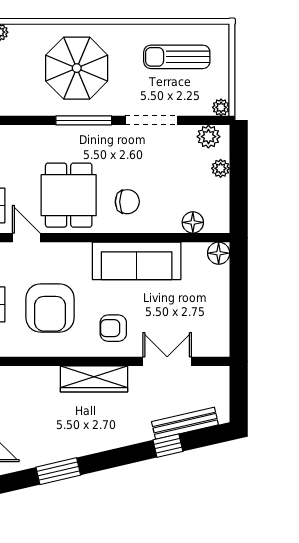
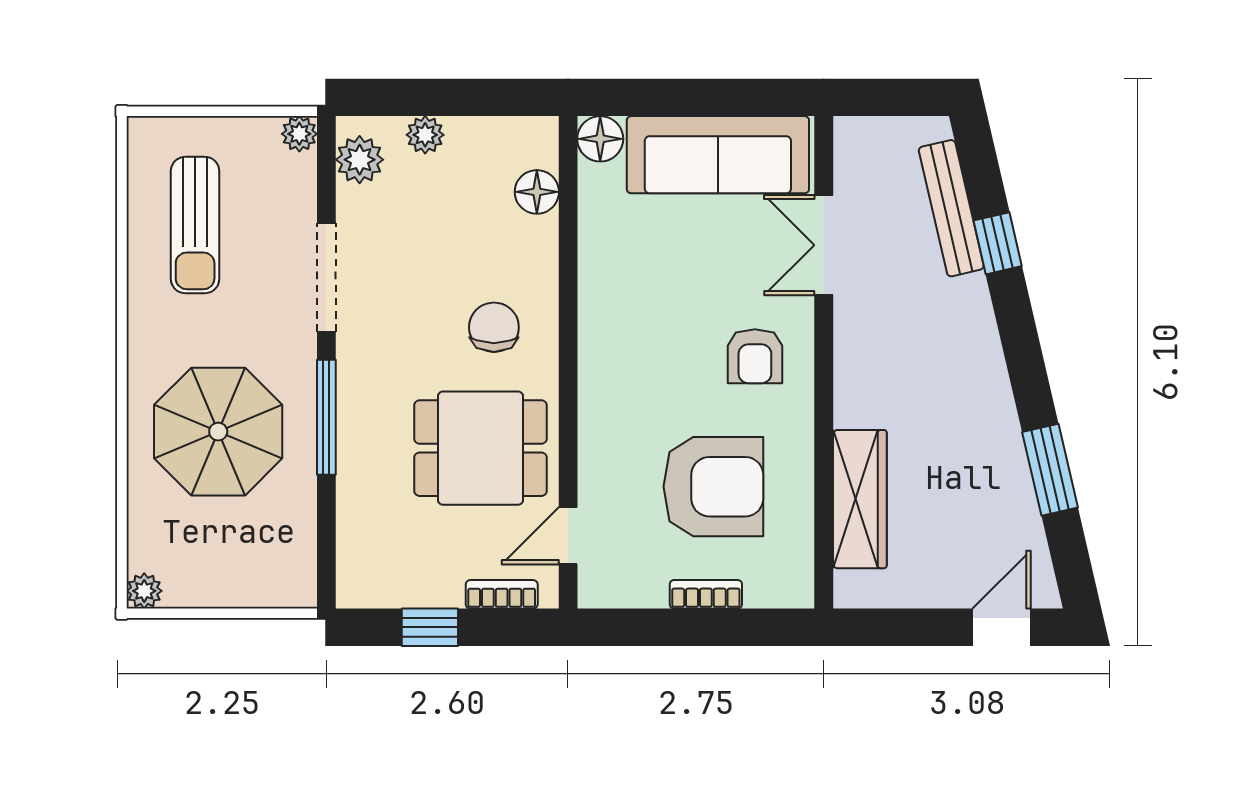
sofa: (137, 261) -> (718, 155), moved, turned 90
wardrobe: (94, 379) -> (860, 499), moved

